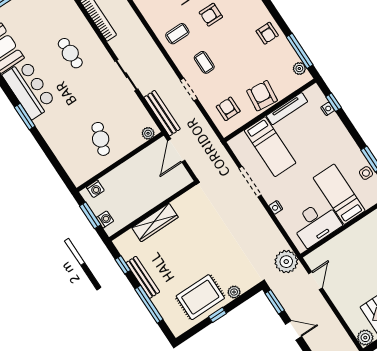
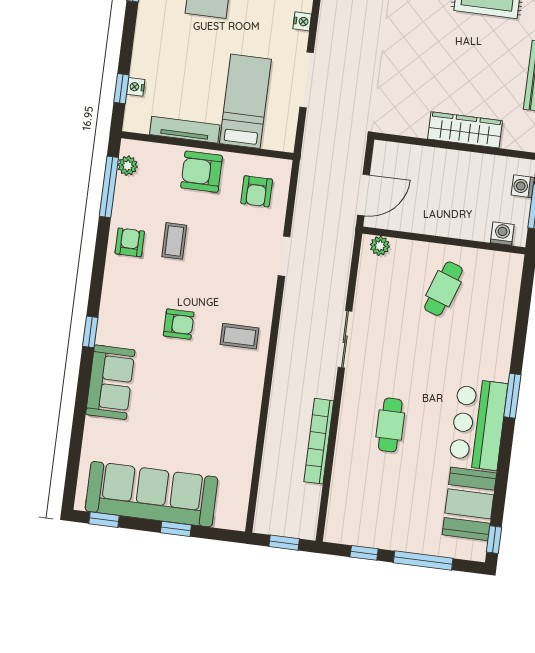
coffee table: (204, 62) -> (174, 241), moved
armchair: (262, 96) -> (202, 172), turned 84
bench: (162, 113) -> (342, 256), removed

